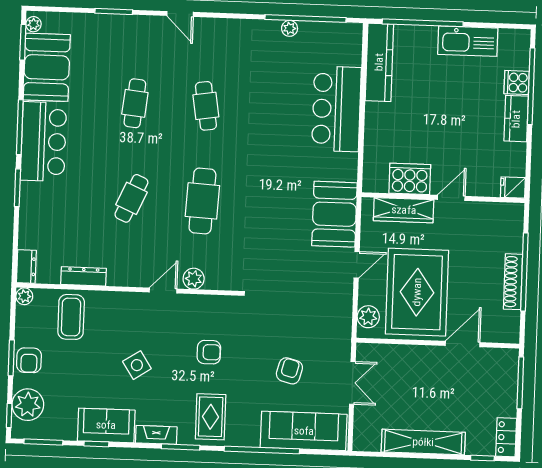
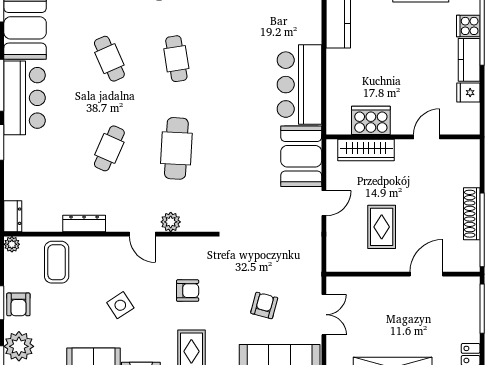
cafe table: (135, 103) -> (109, 59), turned -30
bar counter: (336, 109) -> (299, 85), moved
fridge: (513, 188) -> (468, 93), moved
door: (451, 198) -> (427, 137), moved
window: (524, 272) -> (482, 230), moved
dresser: (84, 276) -> (84, 224), moved
door: (163, 291) -> (142, 234), swing flipped
rug: (417, 292) -> (382, 227), width x0.54, depth x0.49
plant: (368, 317) -> (337, 252), removed

